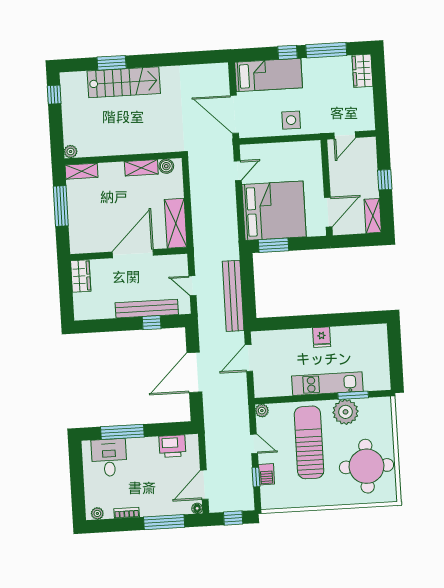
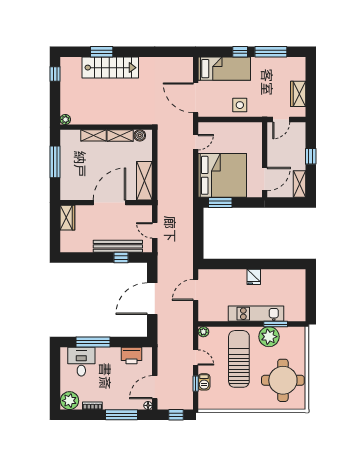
wardrobe: (362, 71) -> (298, 94), moved
shelving: (81, 171) -> (94, 135), moved
bench: (233, 296) -> (186, 240), removed
plant: (97, 513) -> (69, 401), width x1.87, depth x1.87

